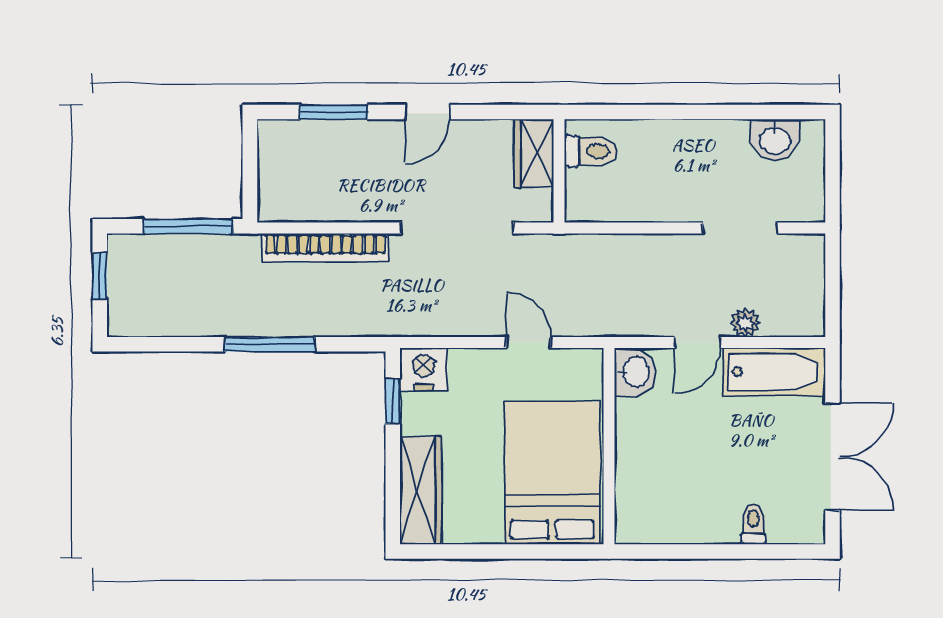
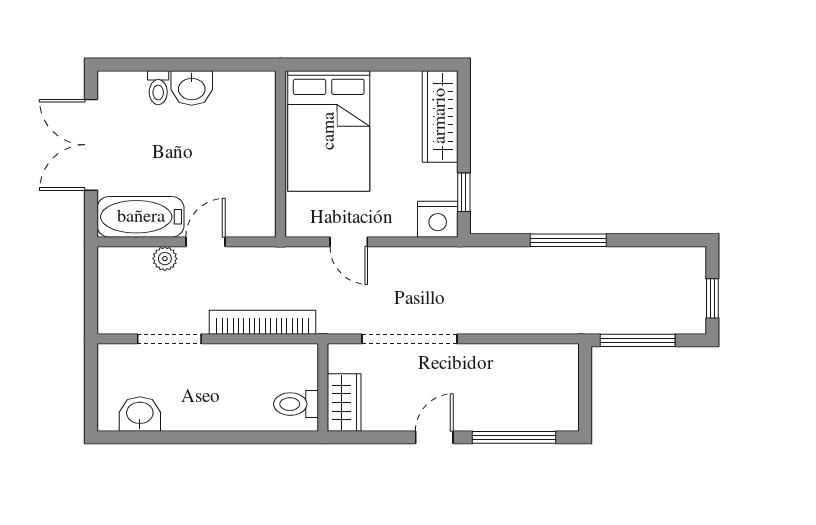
window: (334, 112) -> (514, 437), width x1.44
bookcase: (325, 248) -> (263, 322), moved
washbasin: (635, 372) -> (192, 88), moved, turned -90

